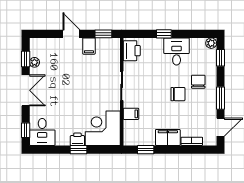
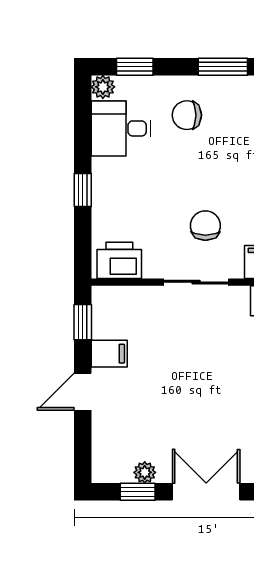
desk: (177, 51) -> (121, 128), moved
chair: (178, 94) -> (205, 226), moved

